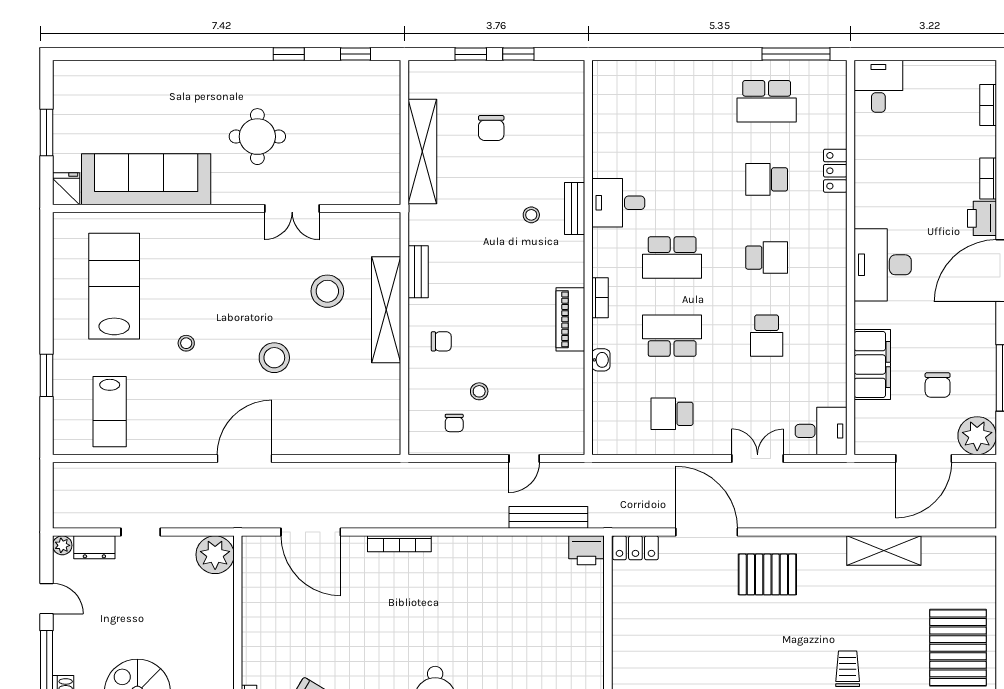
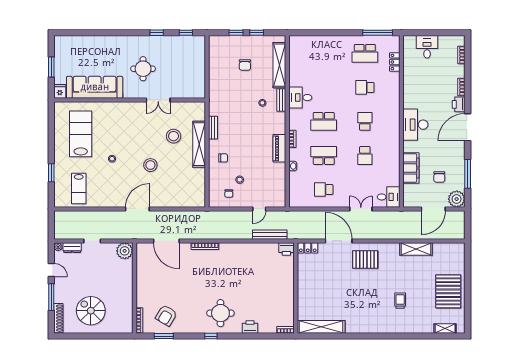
desk: (878, 86) -> (427, 47), moved
shelving: (422, 152) -> (279, 65), moved
locker: (835, 171) -> (395, 62), moved
school desk: (767, 258) -> (365, 121), turned -90

